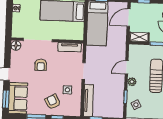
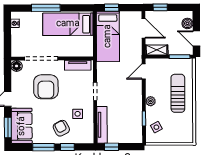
door: (129, 18) -> (143, 28), swing flipped
armchair: (41, 65) -> (46, 87), width x1.88, depth x1.88
door: (127, 67) -> (144, 72), moved

